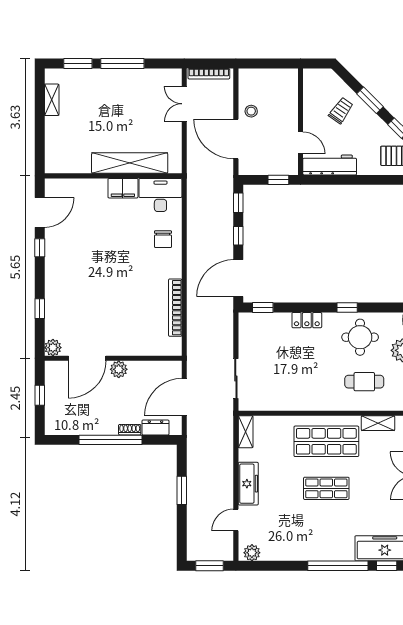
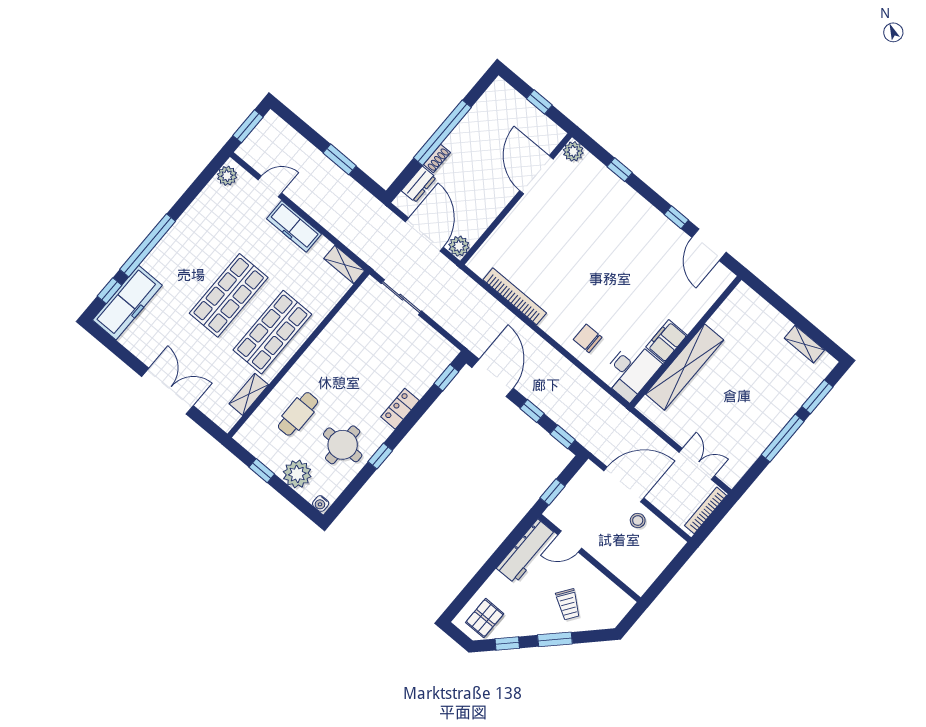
plant: (119, 369) -> (459, 246), moved
shop shelf: (326, 488) -> (229, 295), width x1.43, depth x1.36
door: (236, 520) -> (270, 186), hinge flipped

